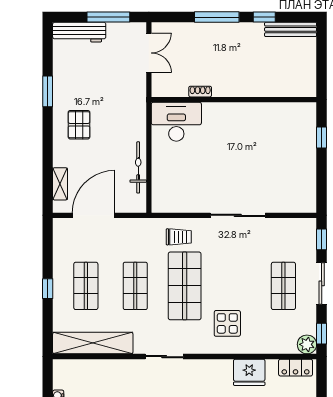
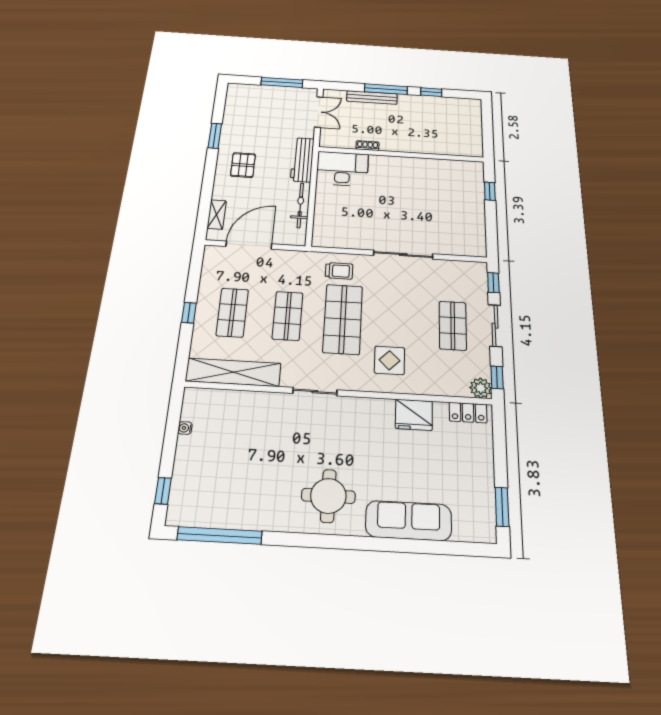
bench: (291, 29) -> (372, 98), moved
workbench: (79, 32) -> (302, 160), moved, turned 90

